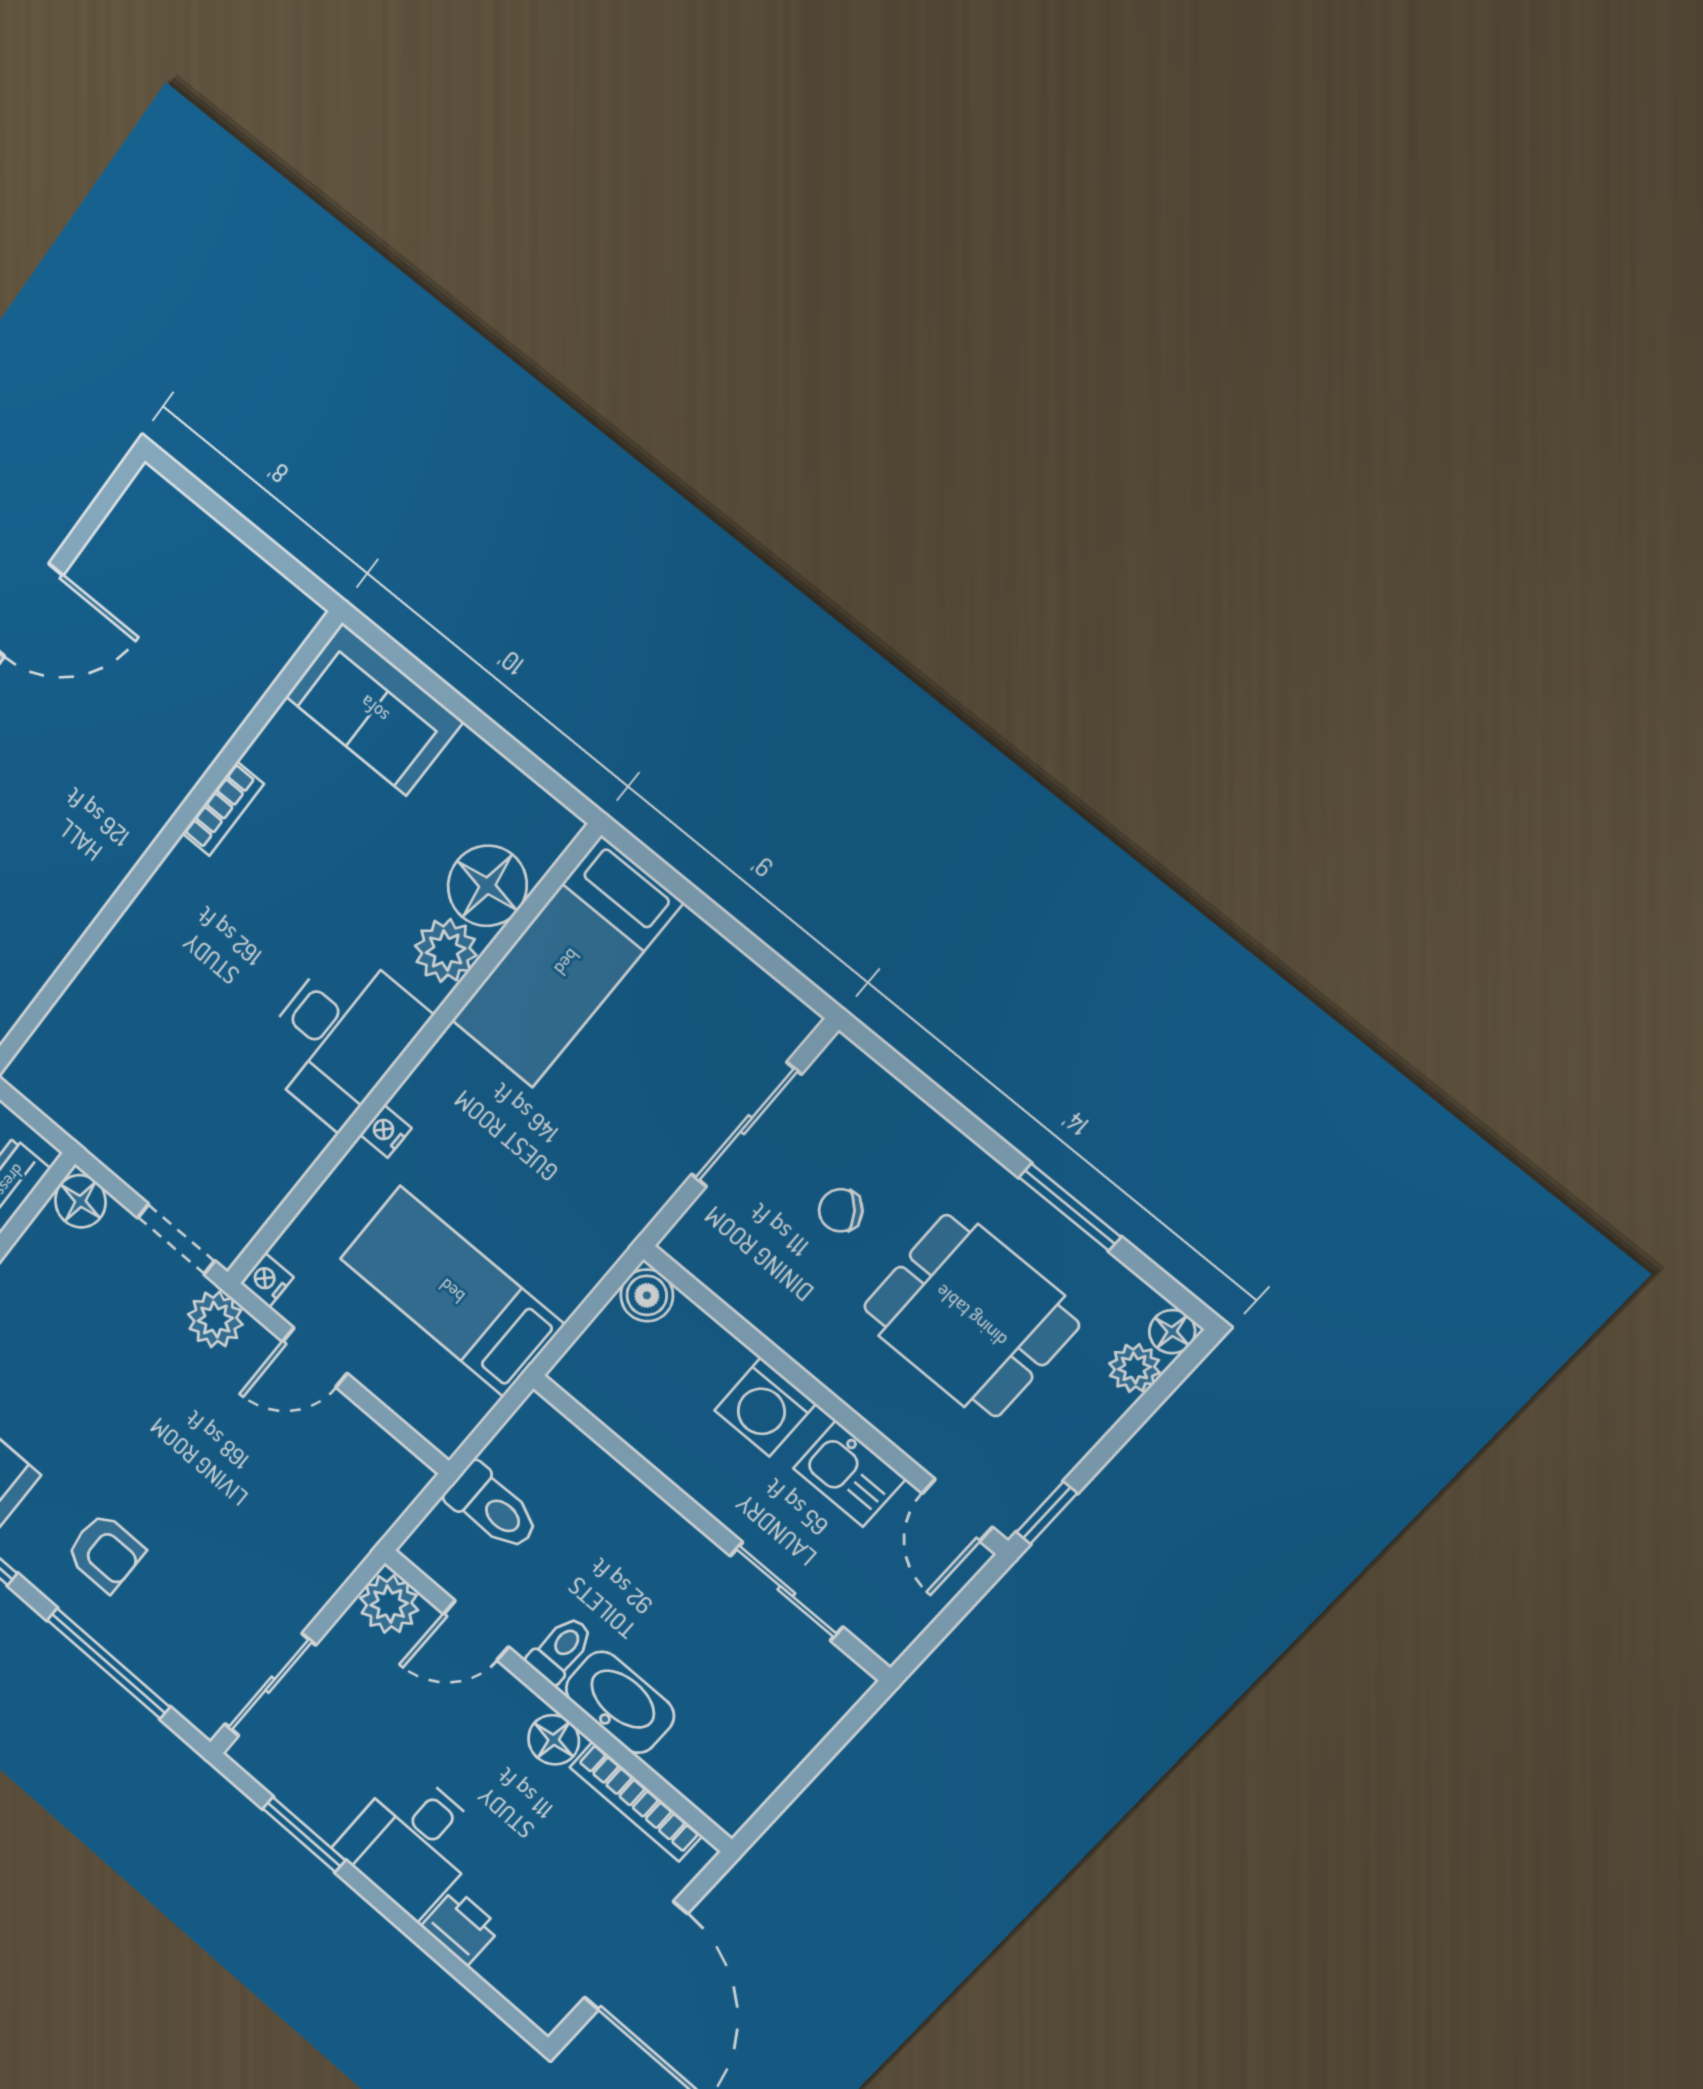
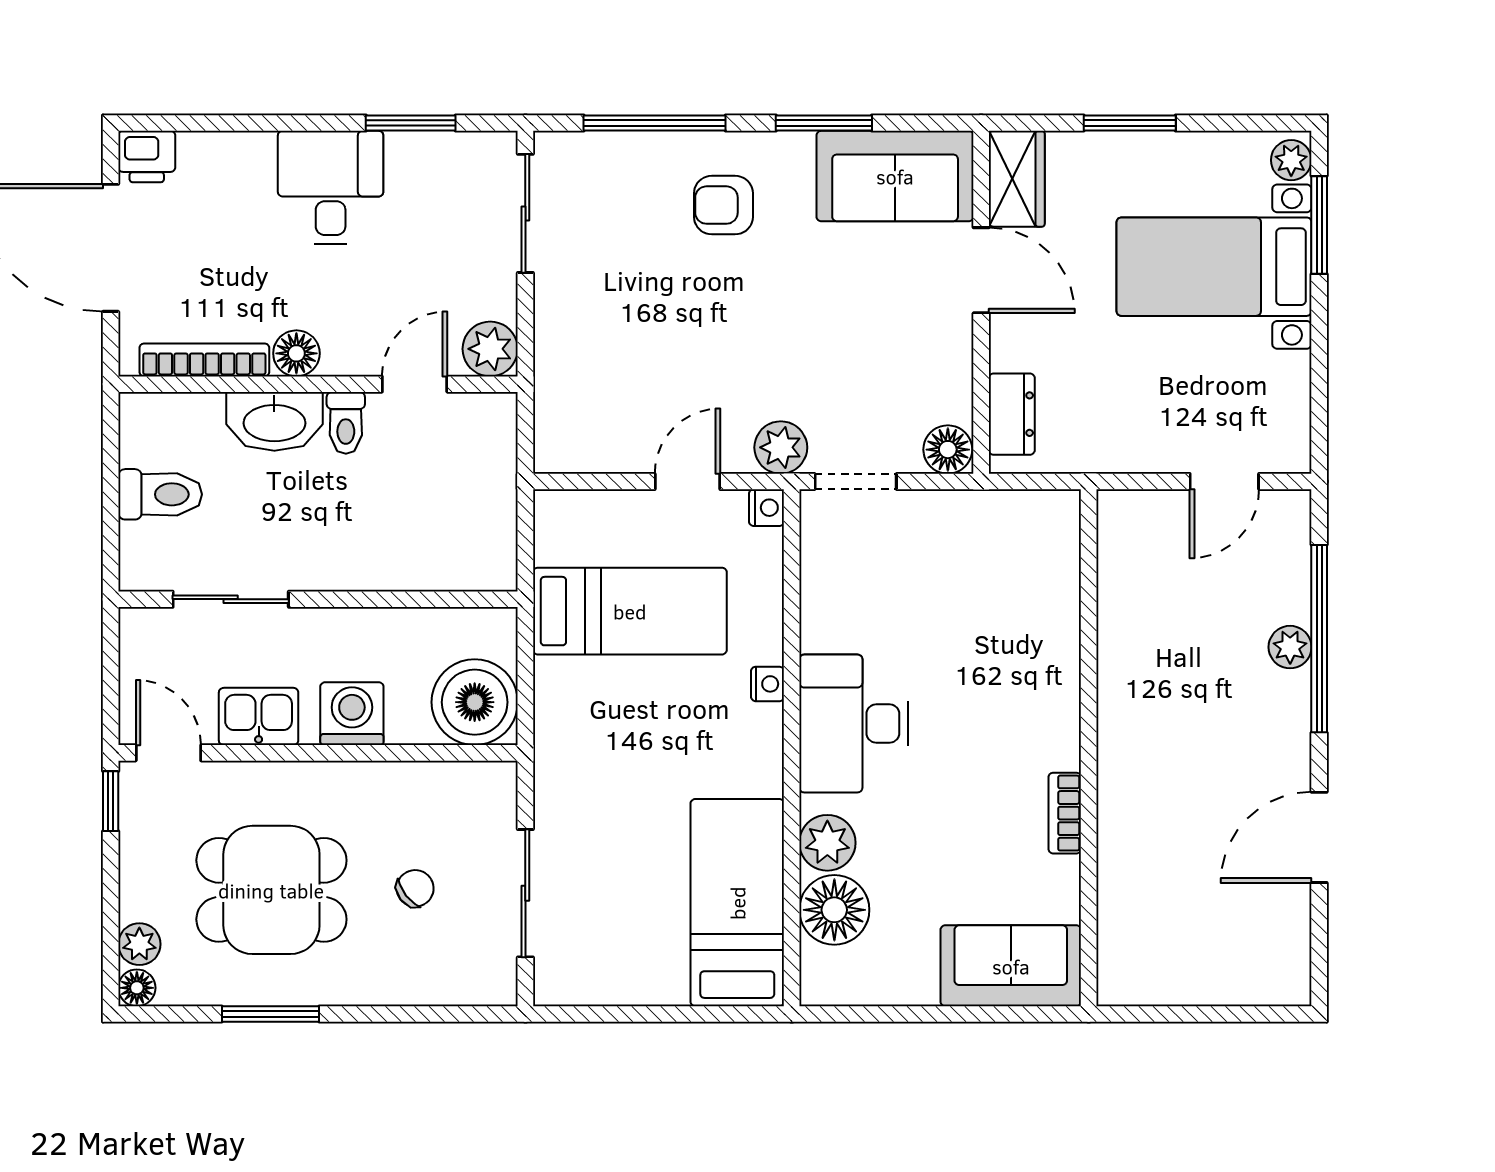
boiler: (647, 1295) -> (475, 702), width x1.86, depth x1.86
toilet: (493, 1507) -> (160, 494), moved, turned 180
printer: (461, 1927) -> (147, 157), moved

